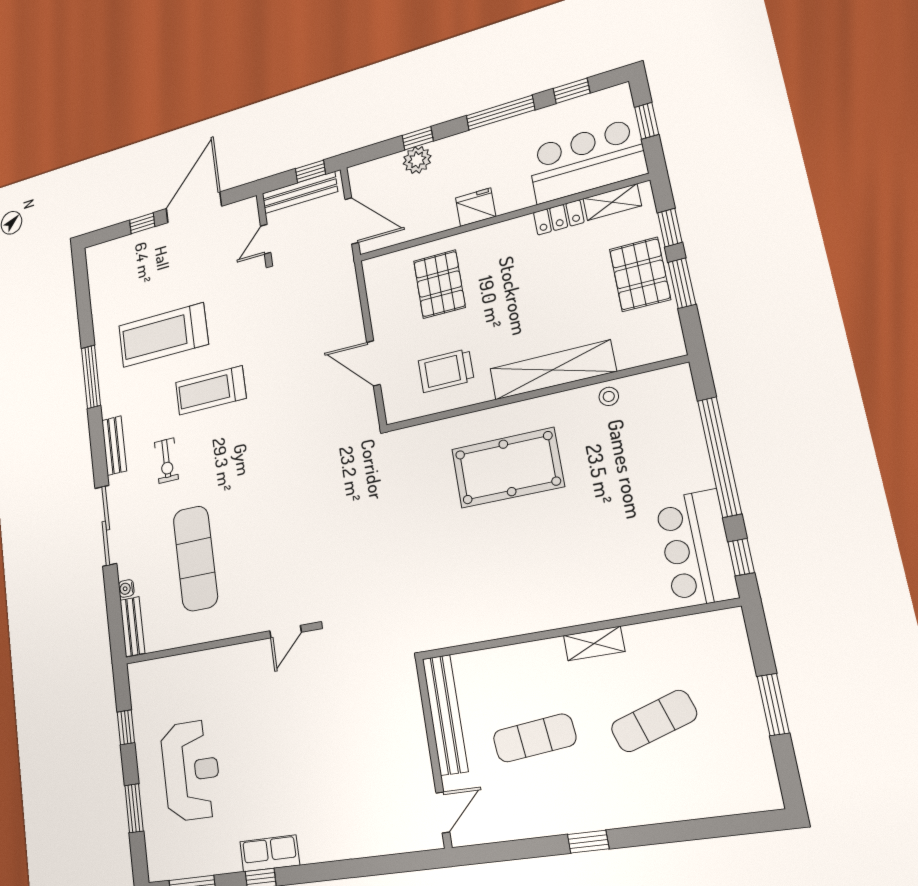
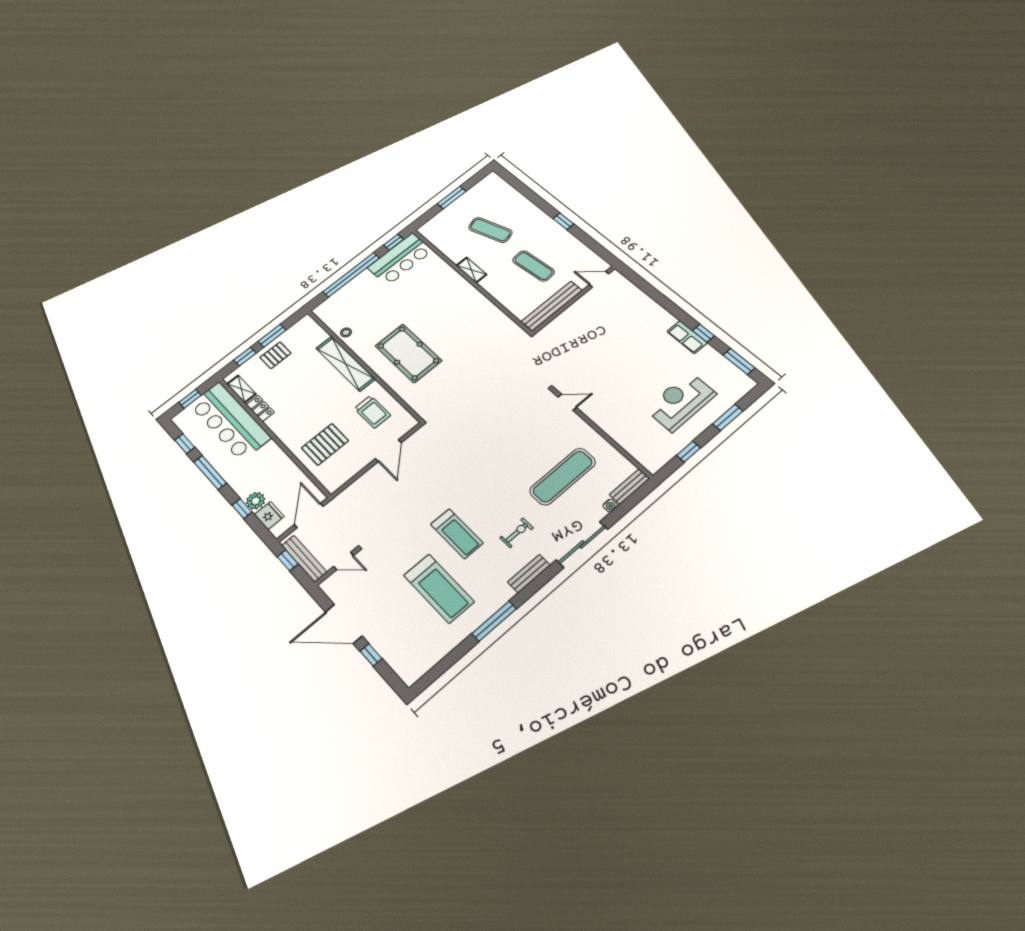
bar counter: (587, 161) -> (230, 421), width x1.36
fridge: (476, 207) -> (269, 515), moved, turned 180
pallet: (640, 274) -> (275, 355), width x0.67, depth x0.71

